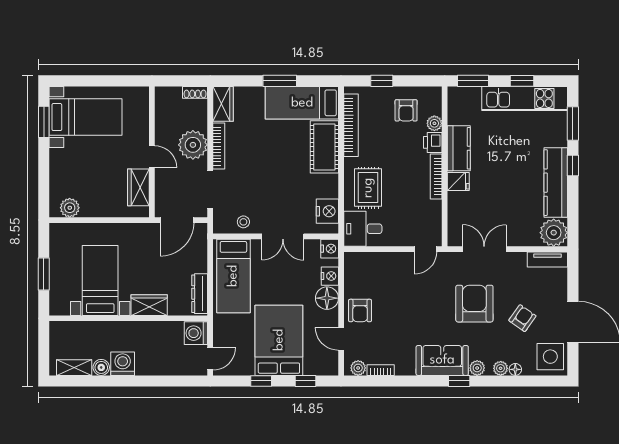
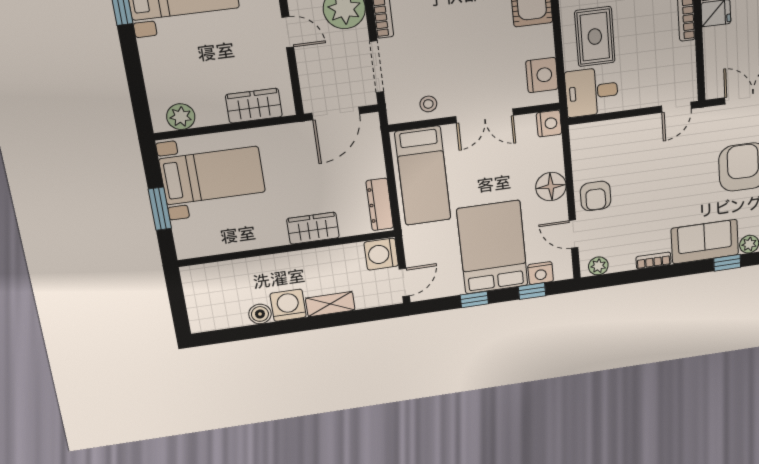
wardrobe: (138, 187) -> (254, 106), moved, turned 90
nightstand: (330, 276) -> (541, 273), moved, turned 90
bed with nightstands: (100, 280) -> (212, 176), moved, turned 90
shelving: (74, 368) -> (330, 304), moved
bookcase: (381, 370) -> (653, 261), moved

